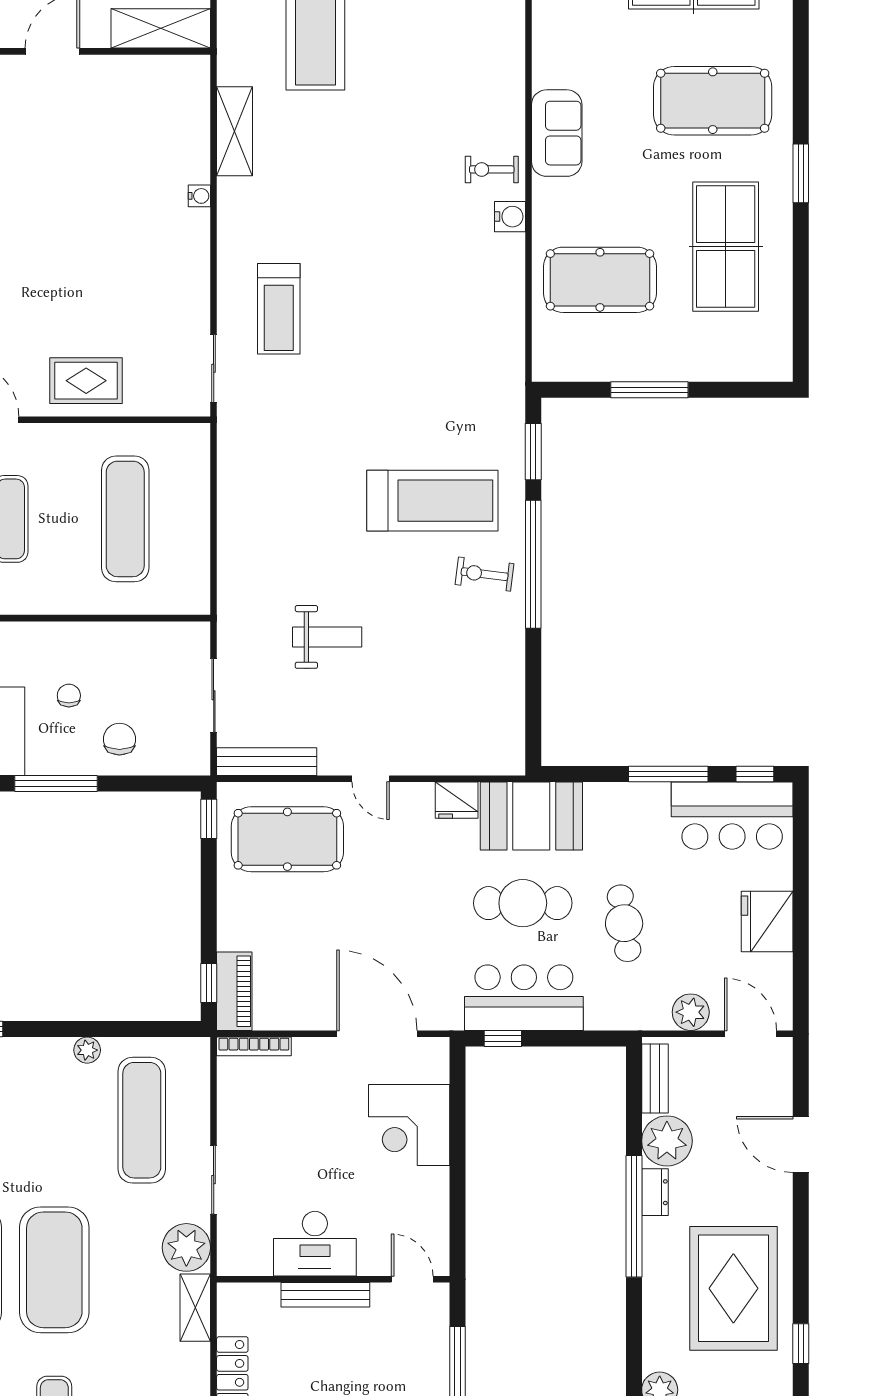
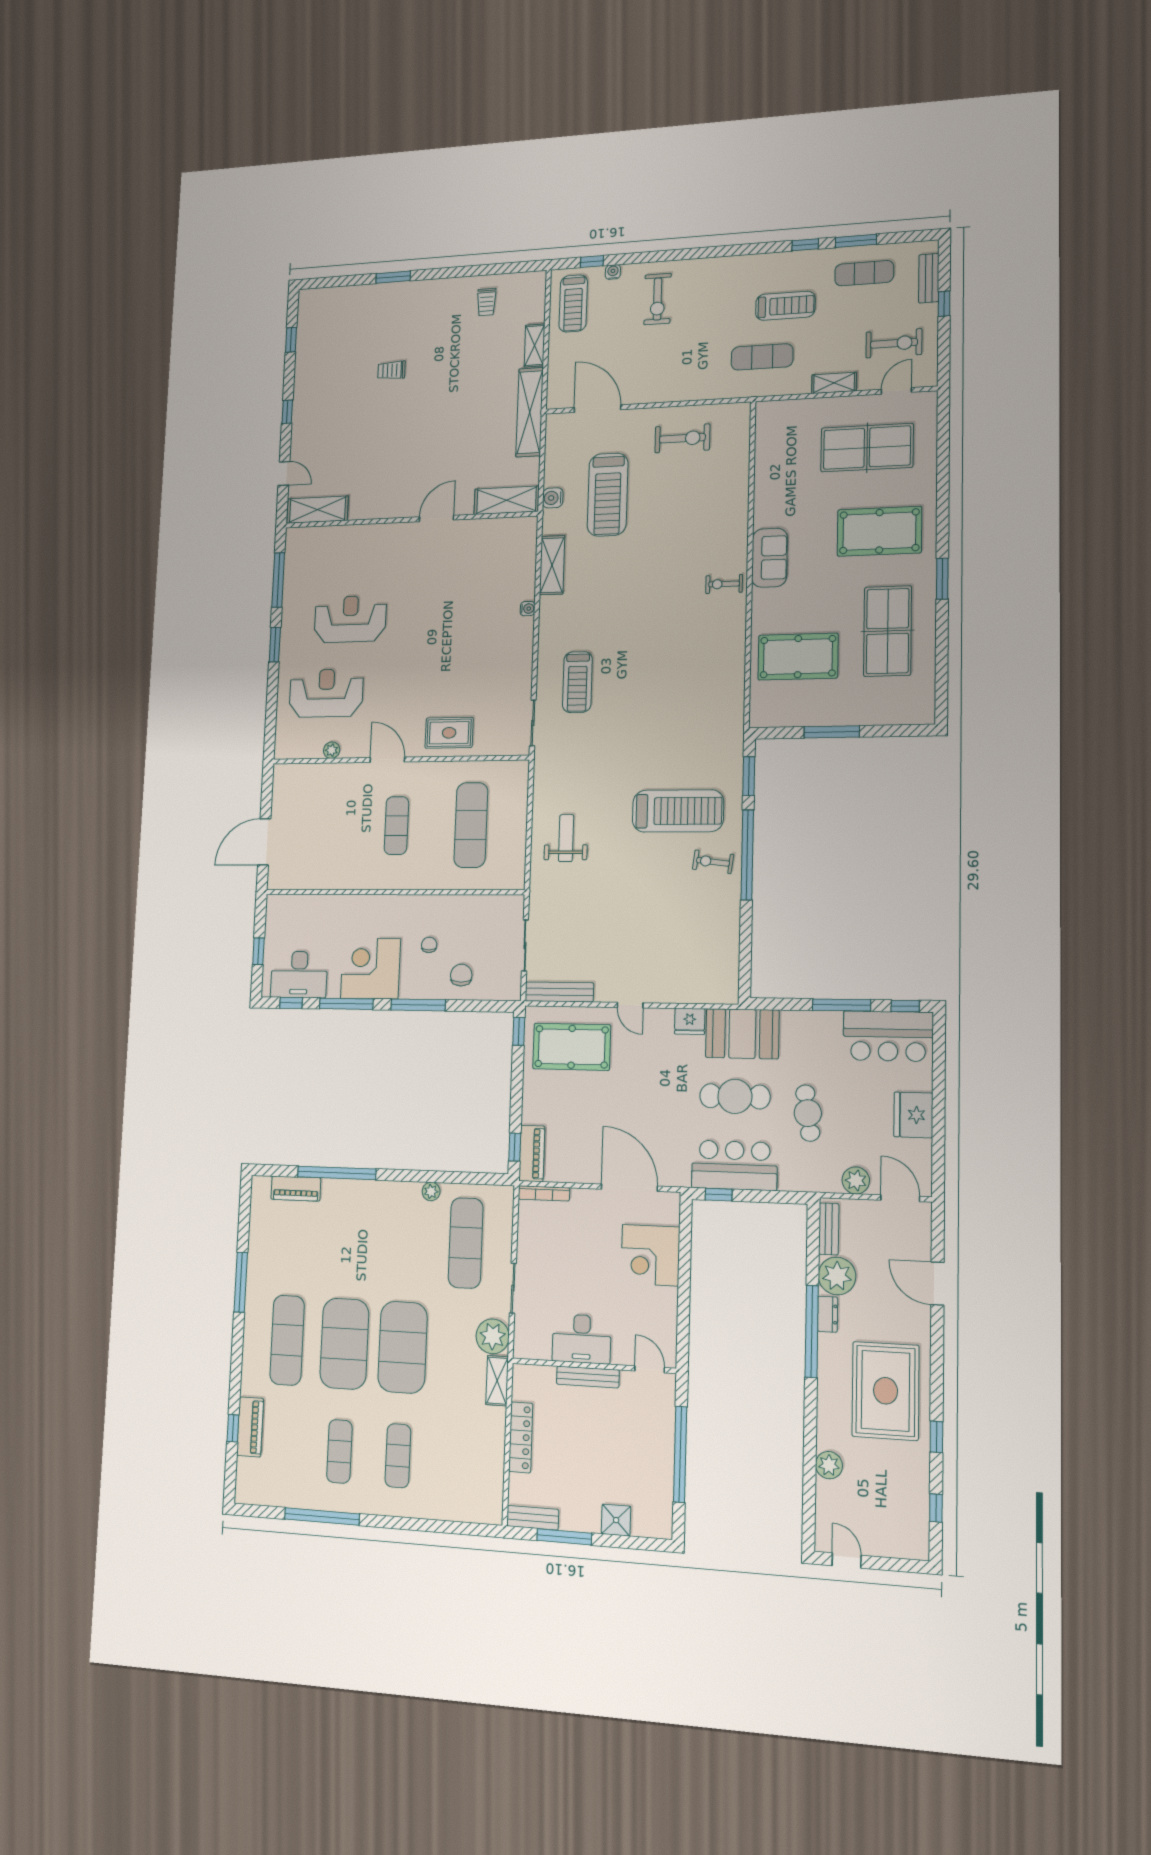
water cooler: (510, 217) -> (553, 498), moved, turned 180
weight bench: (327, 637) -> (566, 838), moved, turned -90

